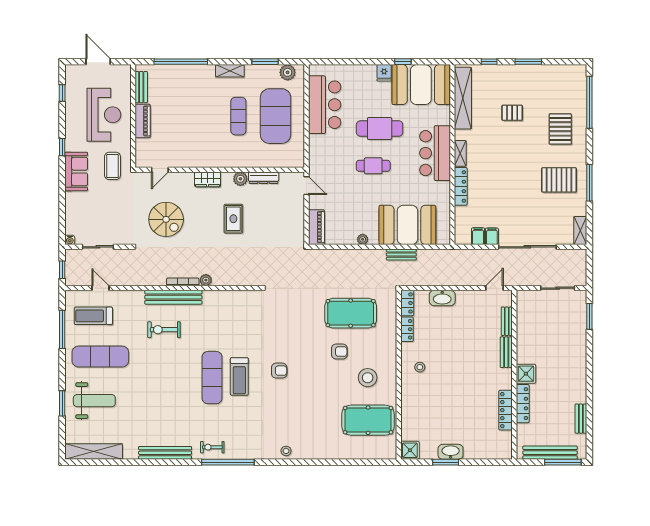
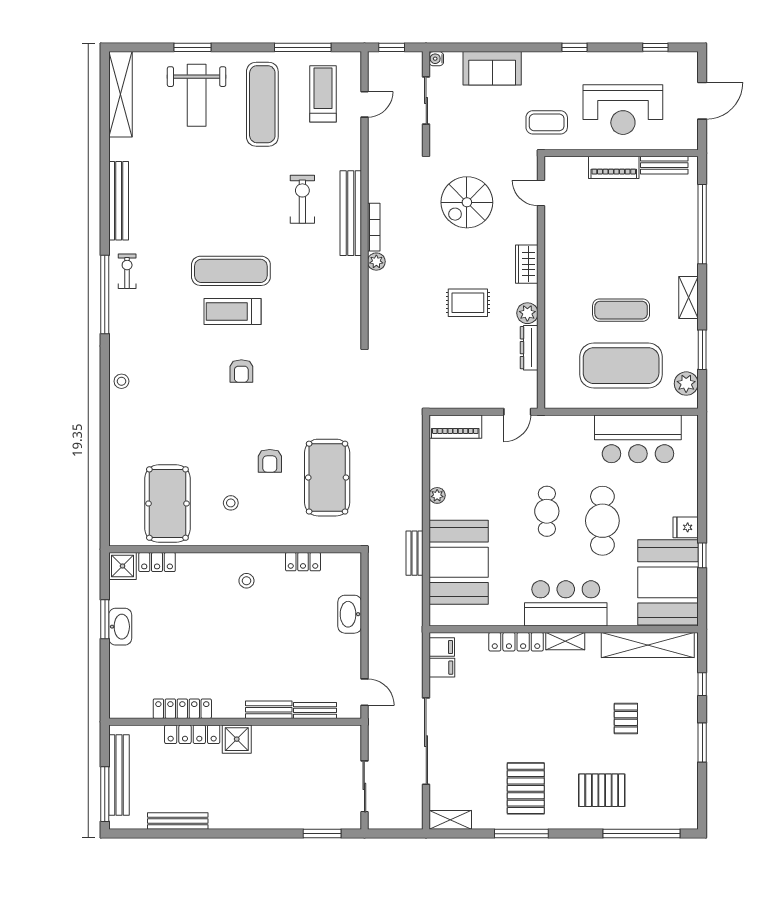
sofa: (76, 172) -> (492, 68), moved
filing cabinet: (492, 236) -> (442, 647), moved
locker: (407, 303) -> (157, 562), moved
stool: (368, 378) -> (231, 503), width x0.53, depth x0.53
bench: (581, 419) -> (178, 821), width x1.36

